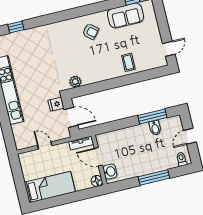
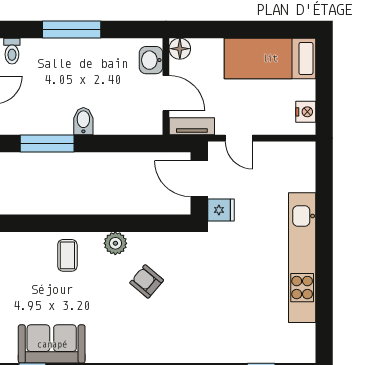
armchair: (91, 31) -> (147, 281), moved
plant: (75, 82) -> (115, 243), moved
bidet: (155, 128) -> (83, 121), moved
door: (45, 145) -> (239, 138), moved
nightstand: (25, 164) -> (306, 112), added

